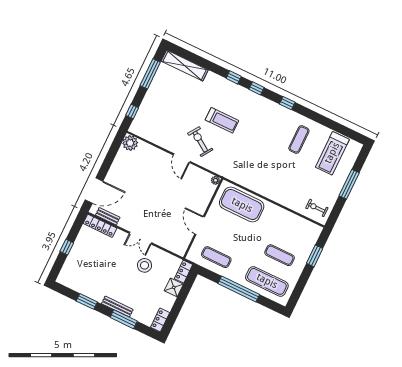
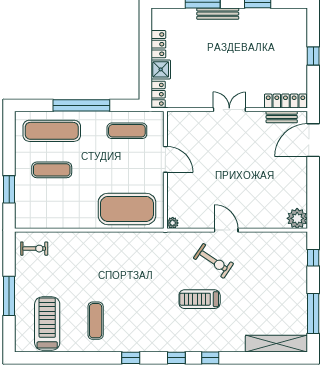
stool: (144, 265) -> (209, 79), removed
locker: (160, 320) -> (158, 44), moved

